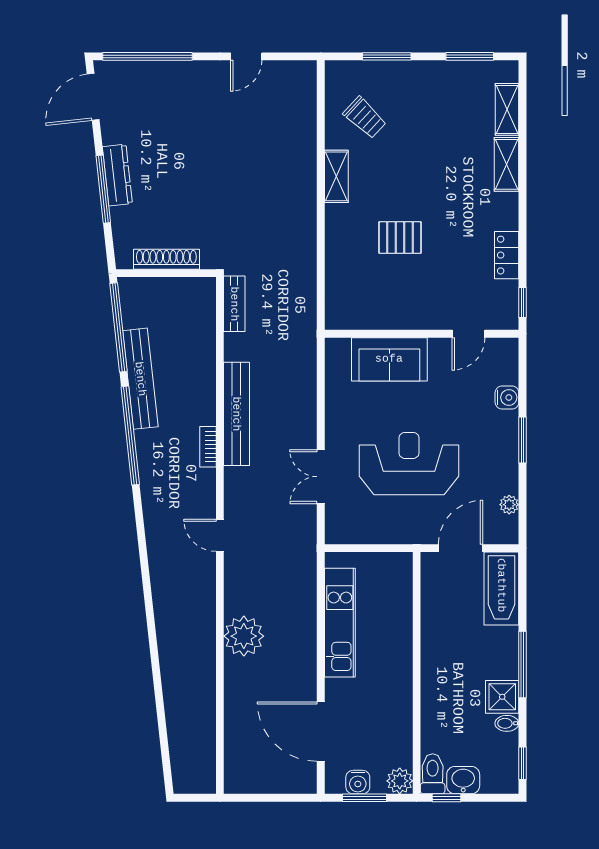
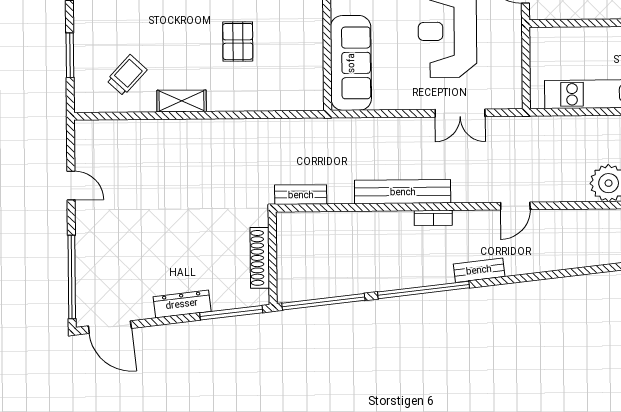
window: (103, 189) -> (231, 313), moved
sofa: (389, 359) -> (351, 63), width x1.36
bench: (140, 379) -> (479, 270), moved, width x0.54, depth x0.82

